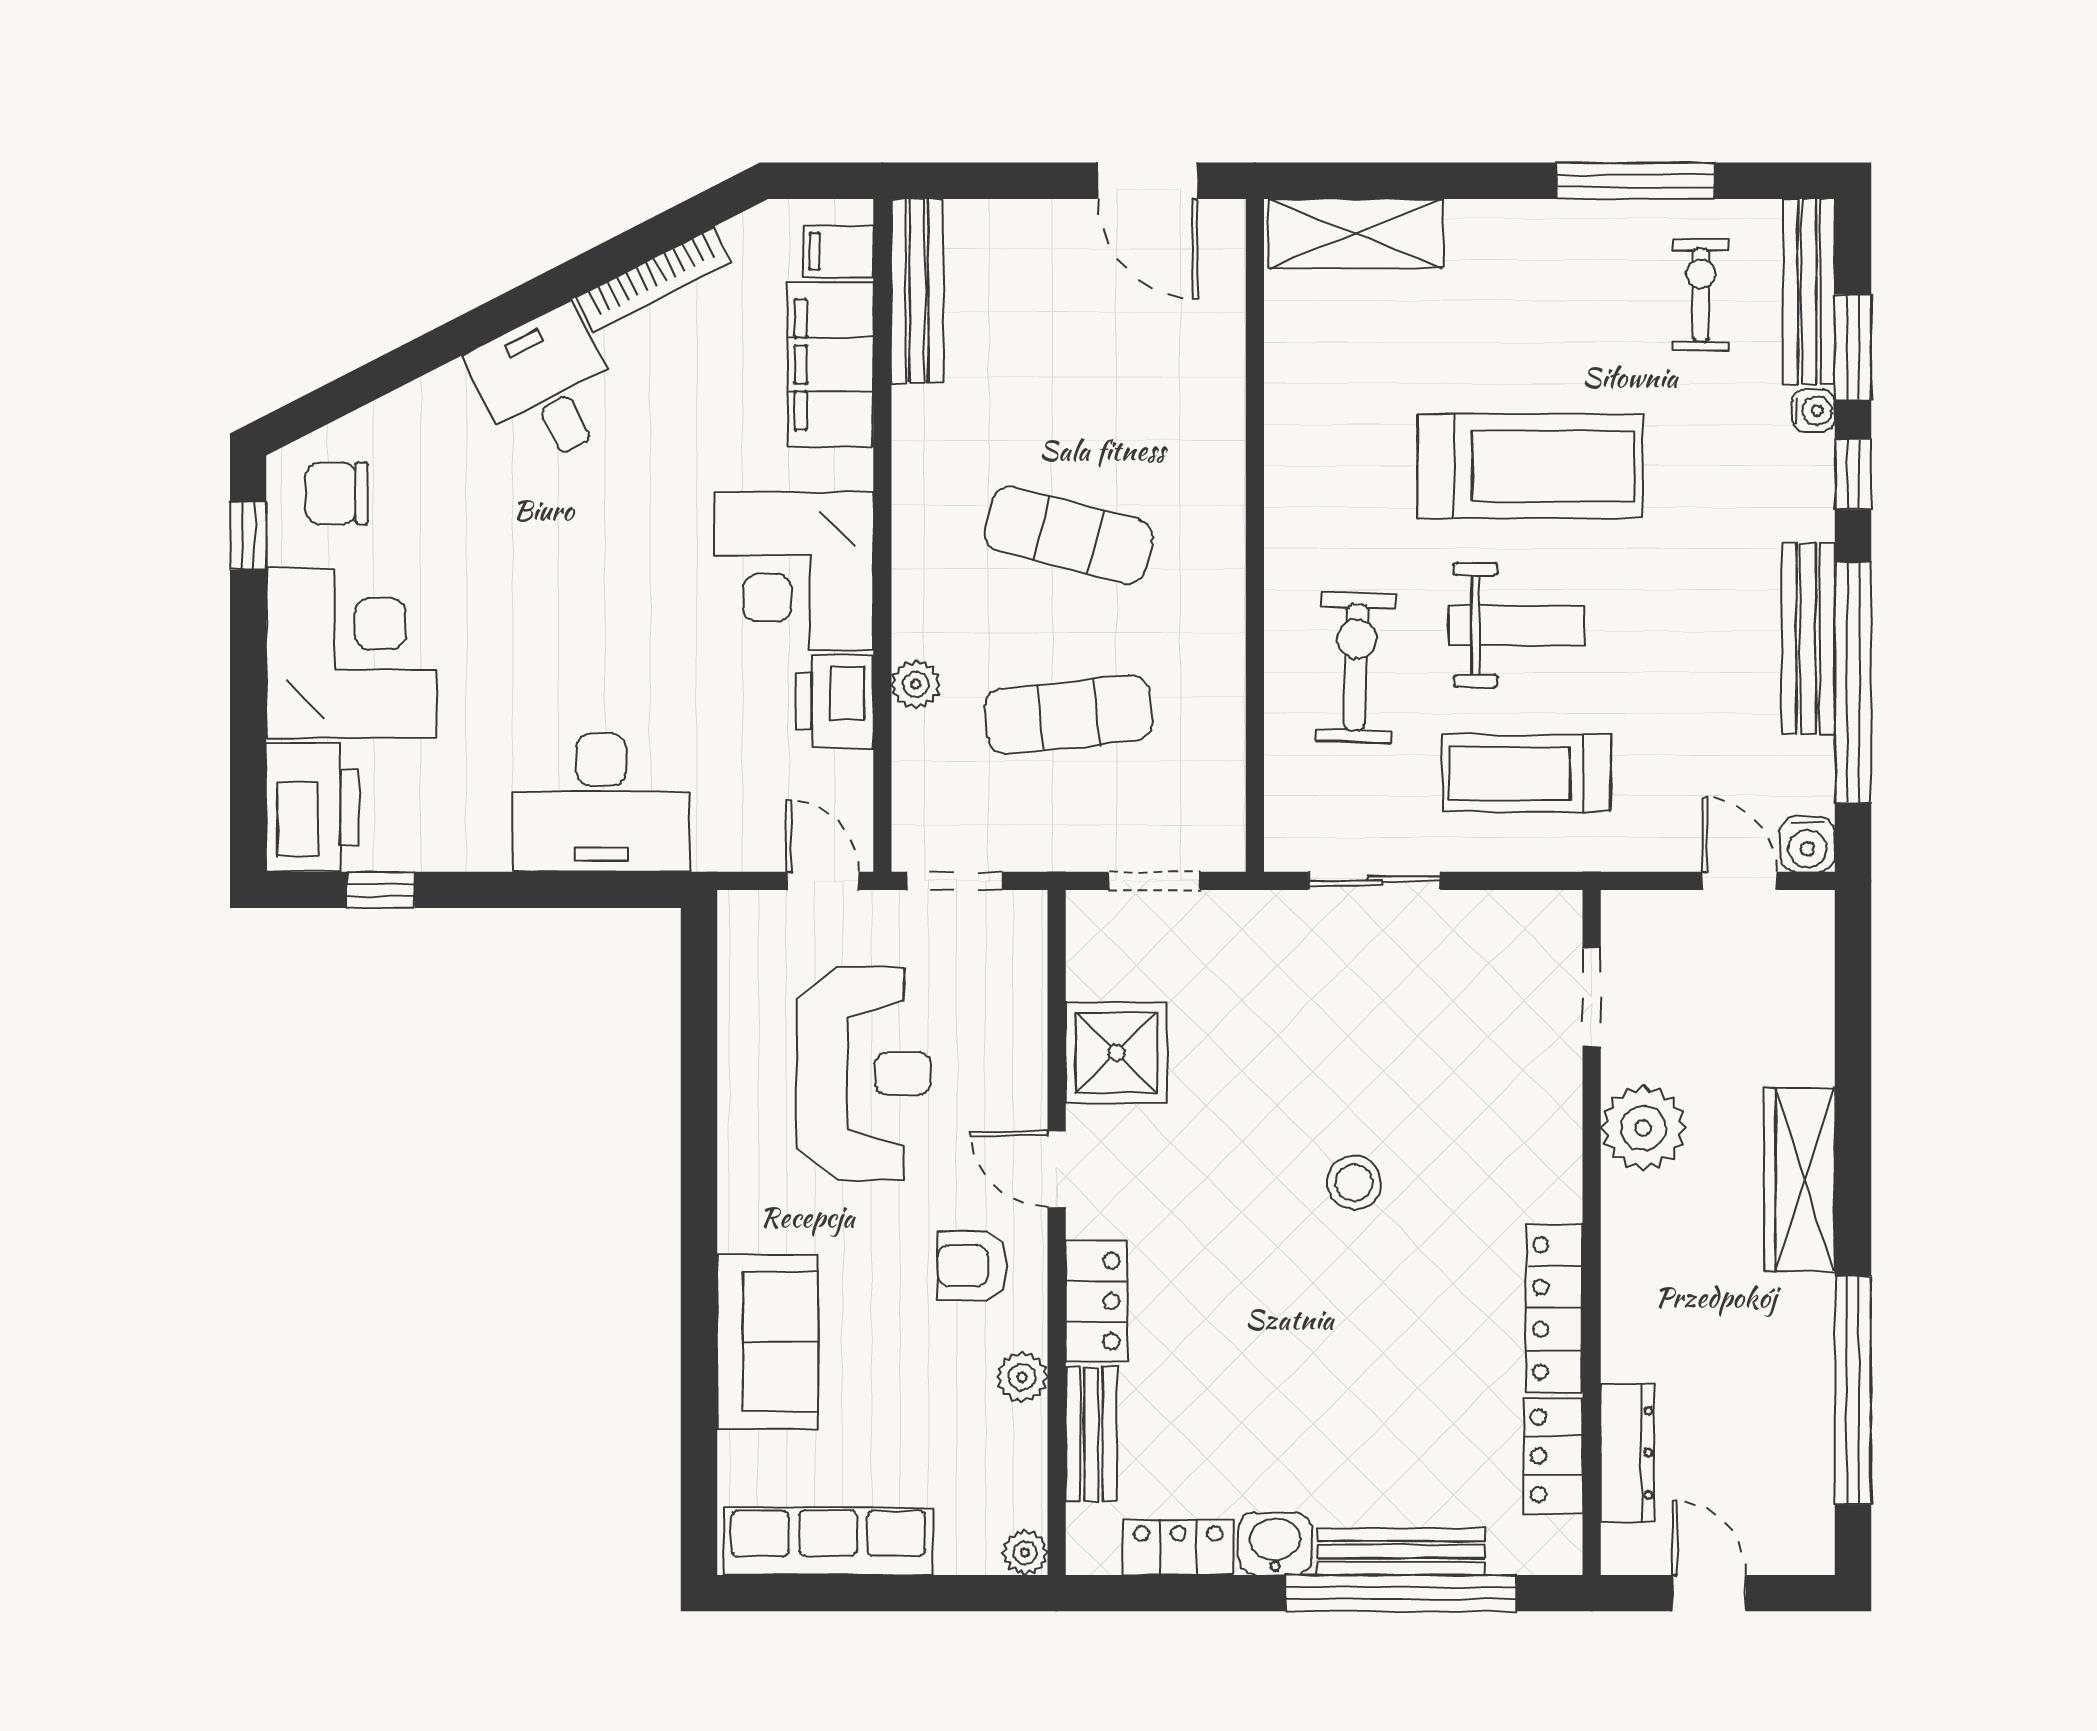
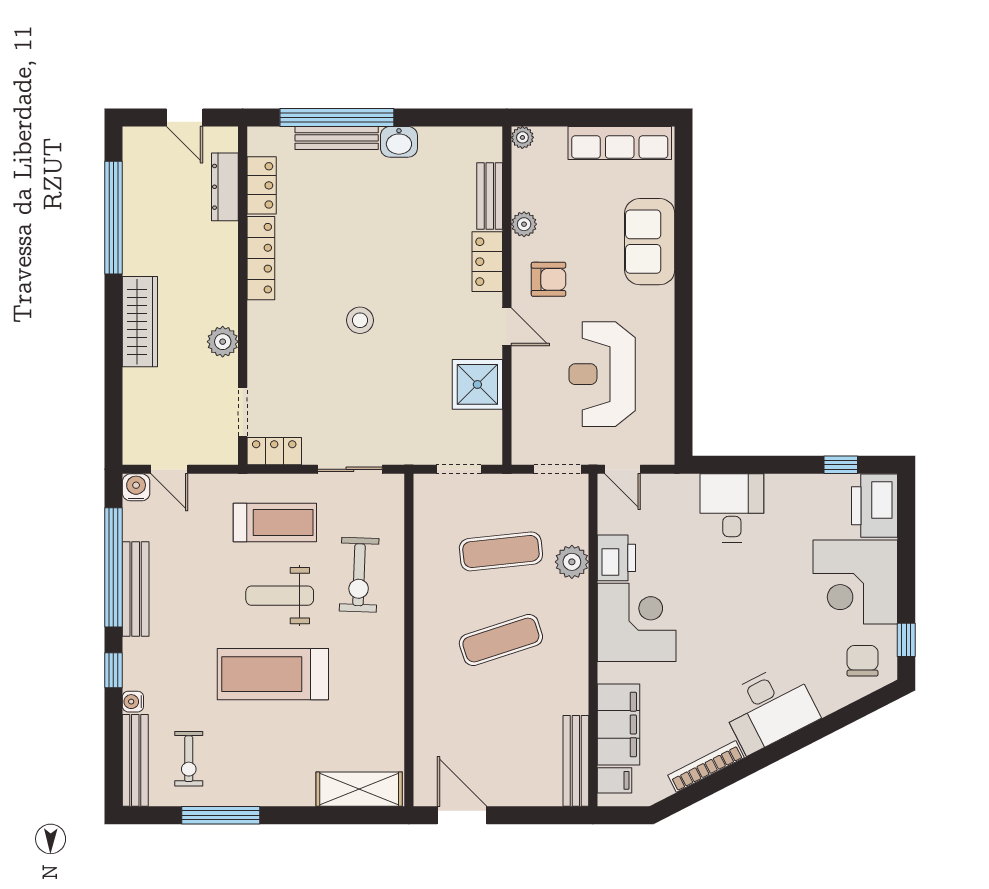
window: (1853, 348) -> (113, 733), removed
desk: (547, 387) -> (769, 708), width x1.37
chair: (337, 493) -> (863, 661), turned -90
exercise mat: (1069, 535) -> (501, 640), turned -33
plant: (916, 684) -> (572, 562), width x1.38, depth x1.38
desk: (601, 803) -> (732, 508), width x0.73
plant: (1643, 1128) -> (223, 342), width x0.73, depth x0.73
locker: (1178, 1547) -> (274, 451), moved, turned 180

